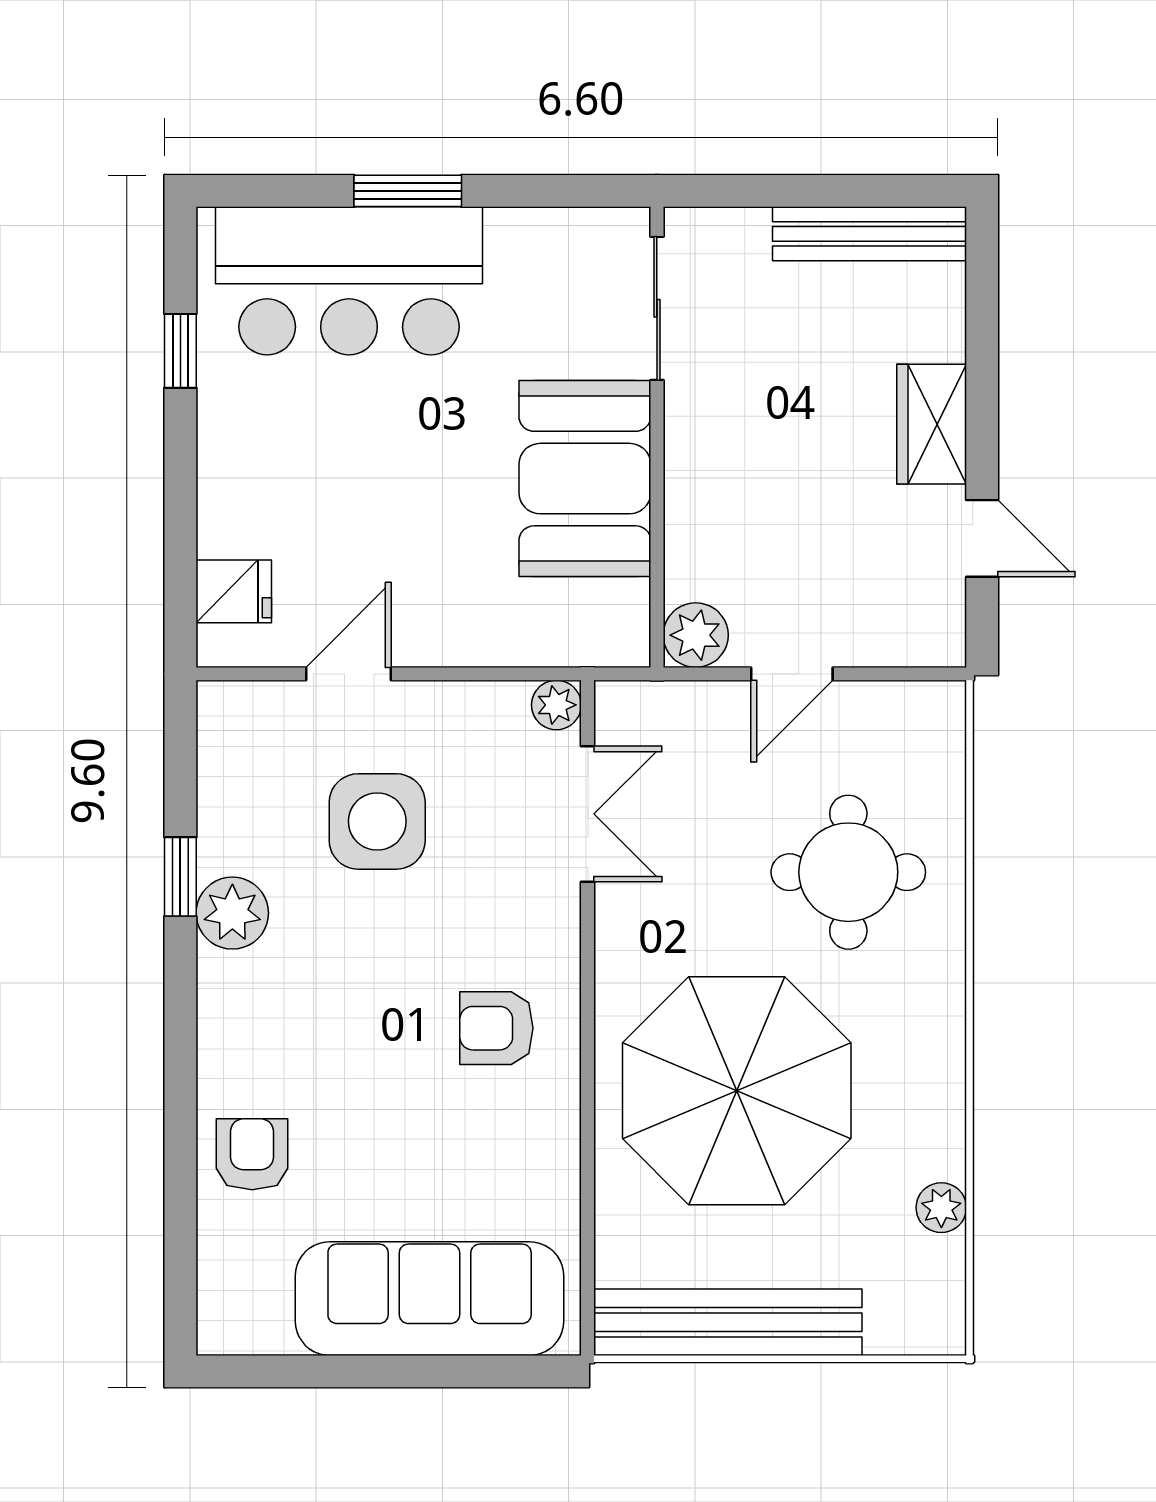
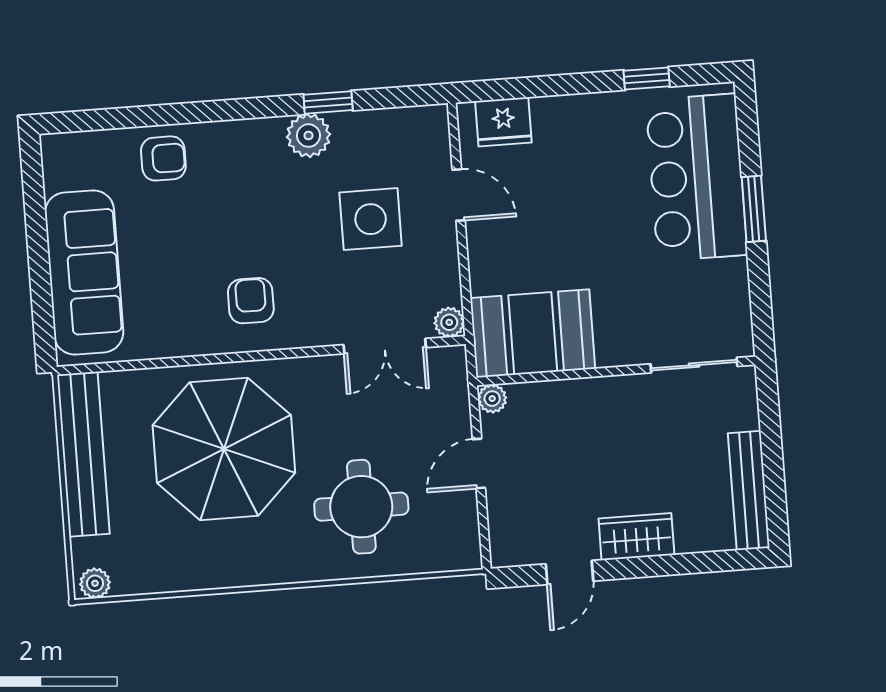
booth: (585, 479) -> (533, 333), moved
fridge: (234, 591) -> (503, 122), width x1.38
plant: (696, 635) -> (492, 399), width x0.73, depth x0.73
door: (792, 674) -> (479, 463), hinge flipped
plant: (941, 1208) -> (95, 583), moved

